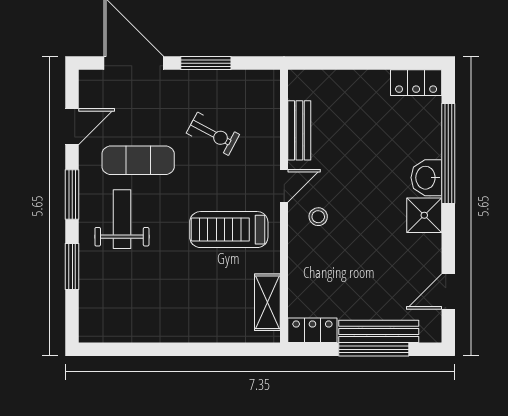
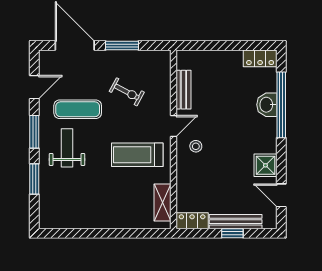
washbasin: (426, 178) -> (267, 105), moved
shower: (424, 215) -> (265, 165), moved
door: (448, 291) -> (281, 195), hinge flipped
window: (374, 349) -> (232, 233), width x0.46

